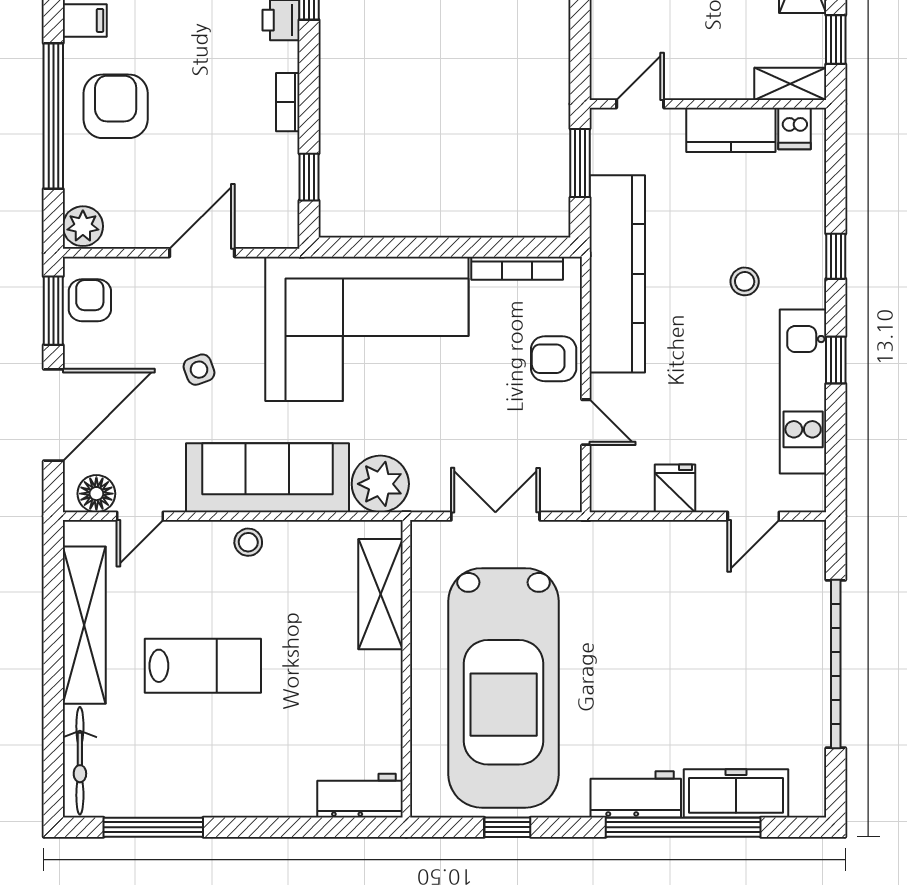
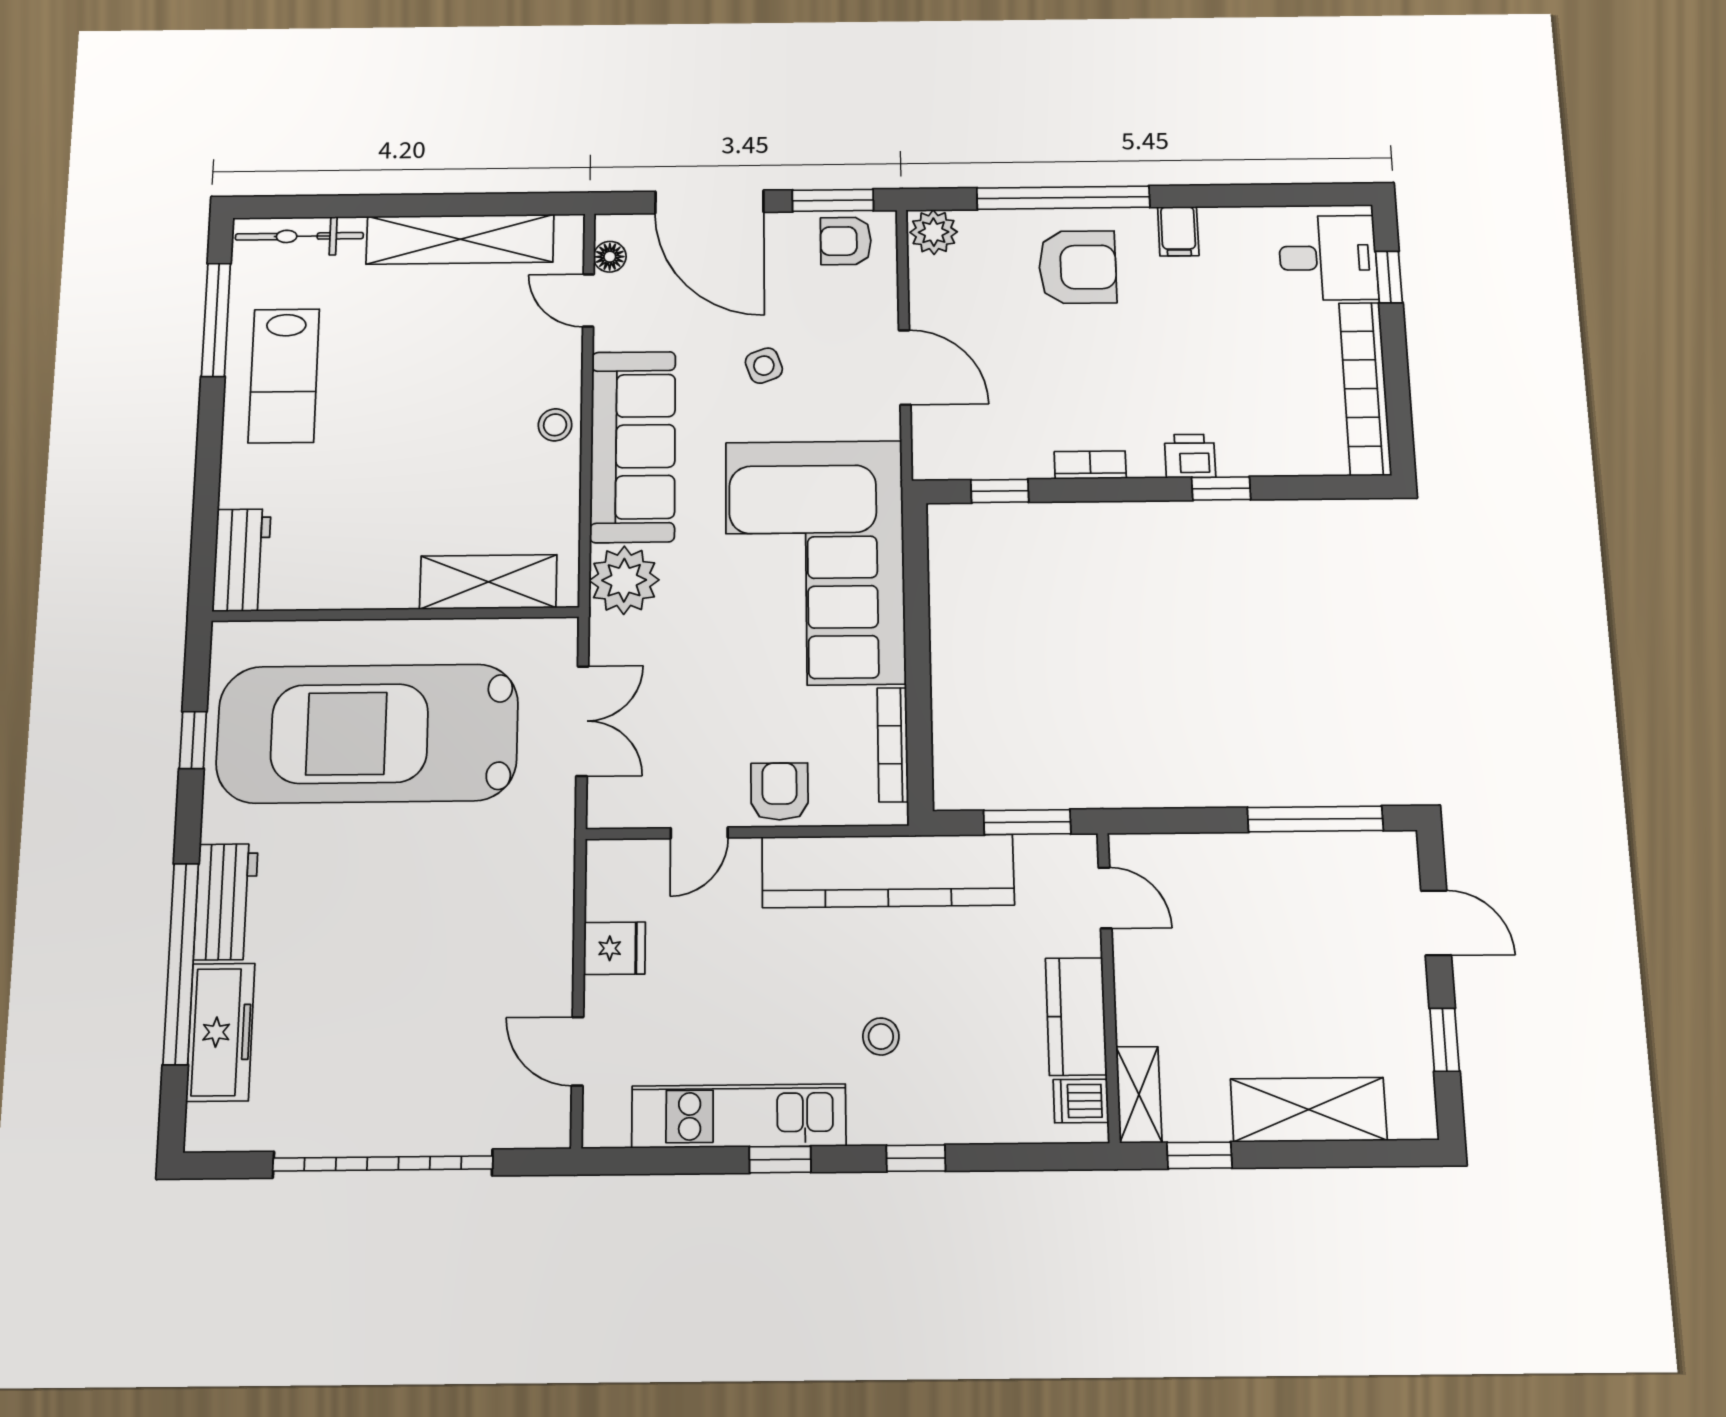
armchair: (90, 300) -> (846, 241), turned 180
floor lamp: (96, 494) -> (610, 257), width x0.73, depth x0.73
lab bench: (203, 666) -> (284, 376), moved

